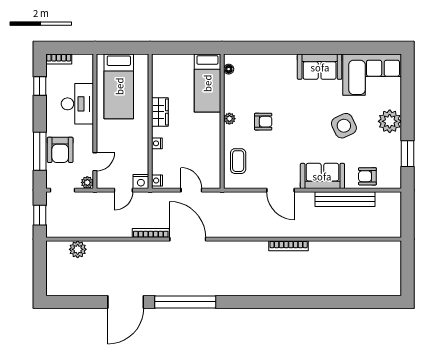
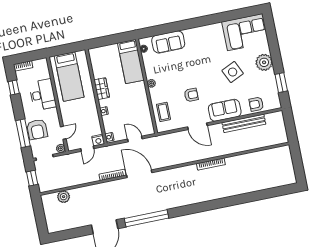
sofa: (320, 67) -> (168, 42), moved
armchair: (263, 122) -> (191, 95), moved

